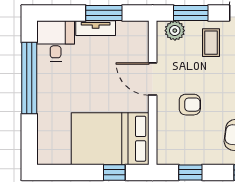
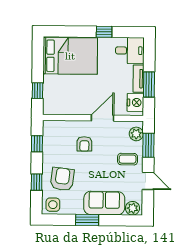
nightstand: (130, 32) -> (135, 102), added
window: (29, 78) -> (104, 32), width x0.32
bed: (110, 139) -> (70, 56), moved, turned 90

